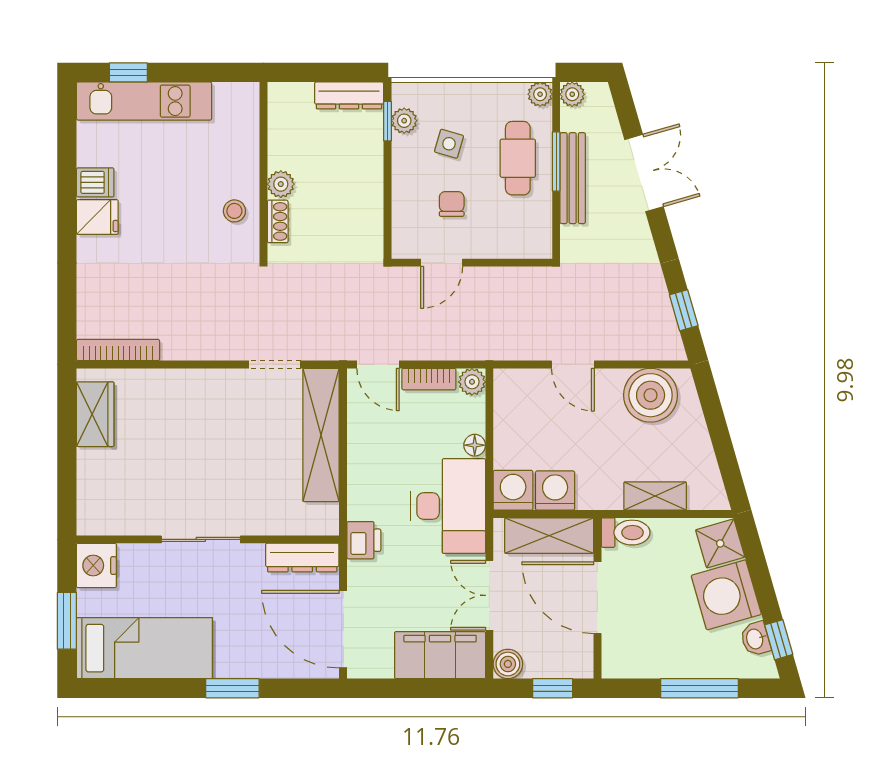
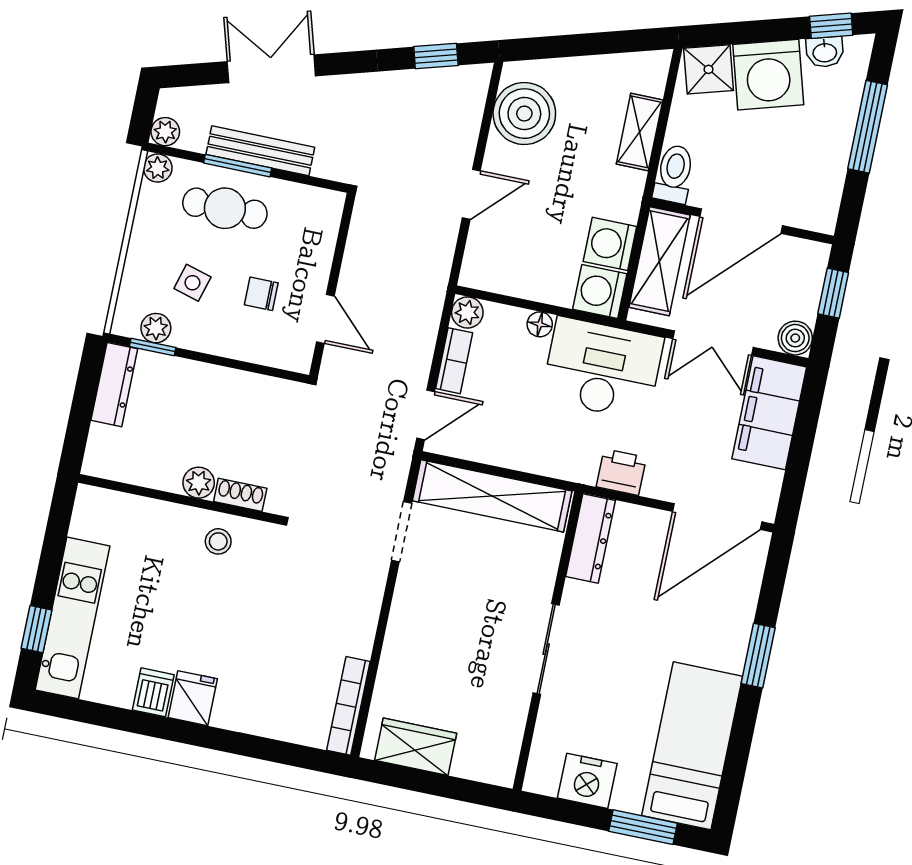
sliding door: (201, 539) -> (546, 649), moved
wall: (208, 539) -> (548, 641), moved
dresser: (302, 558) -> (590, 538), moved

